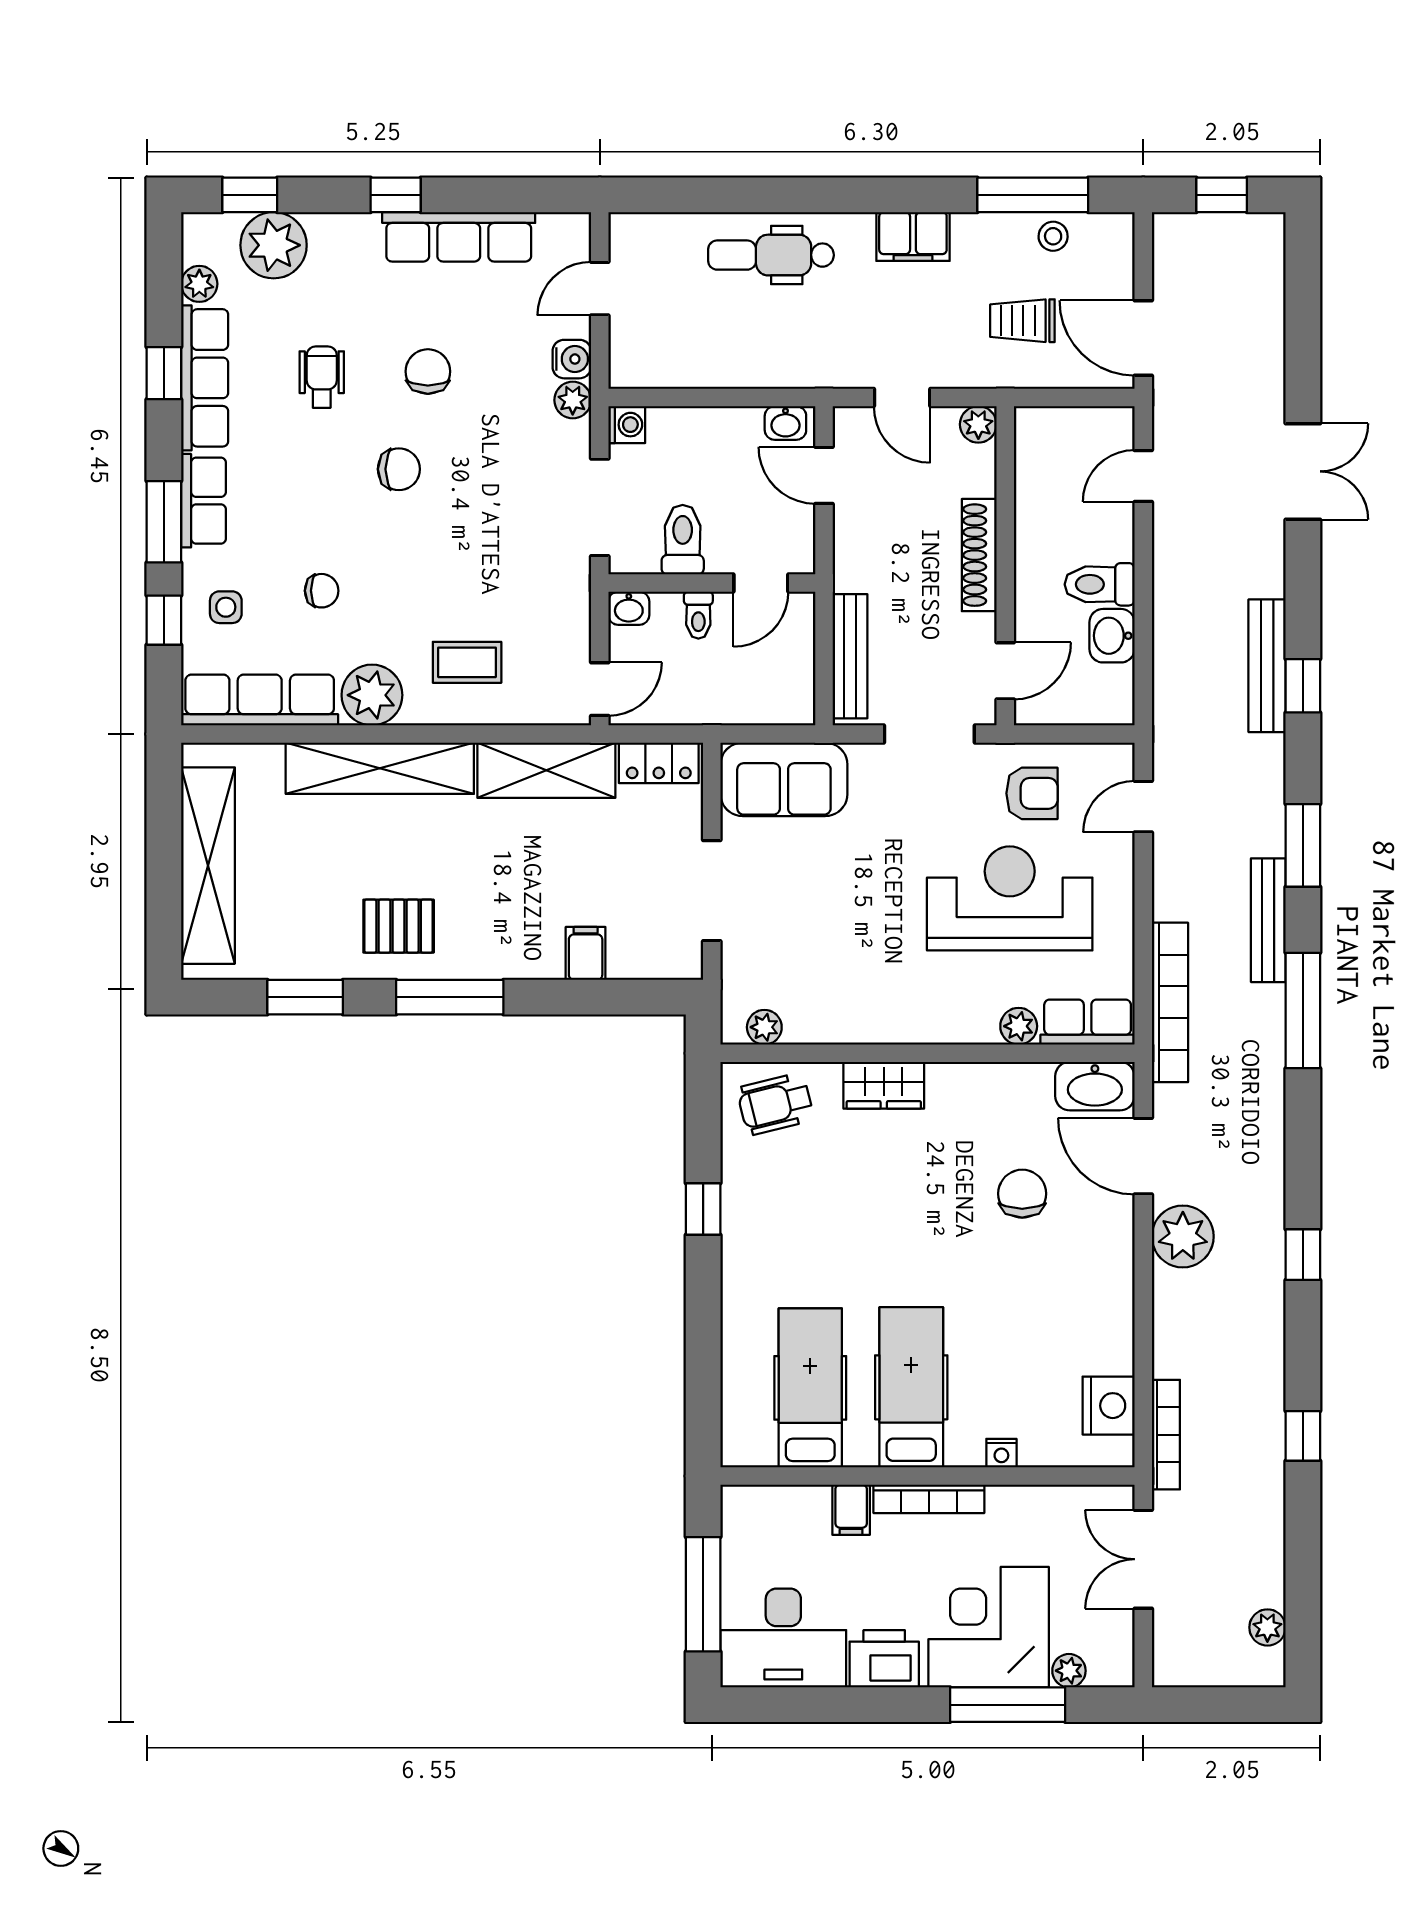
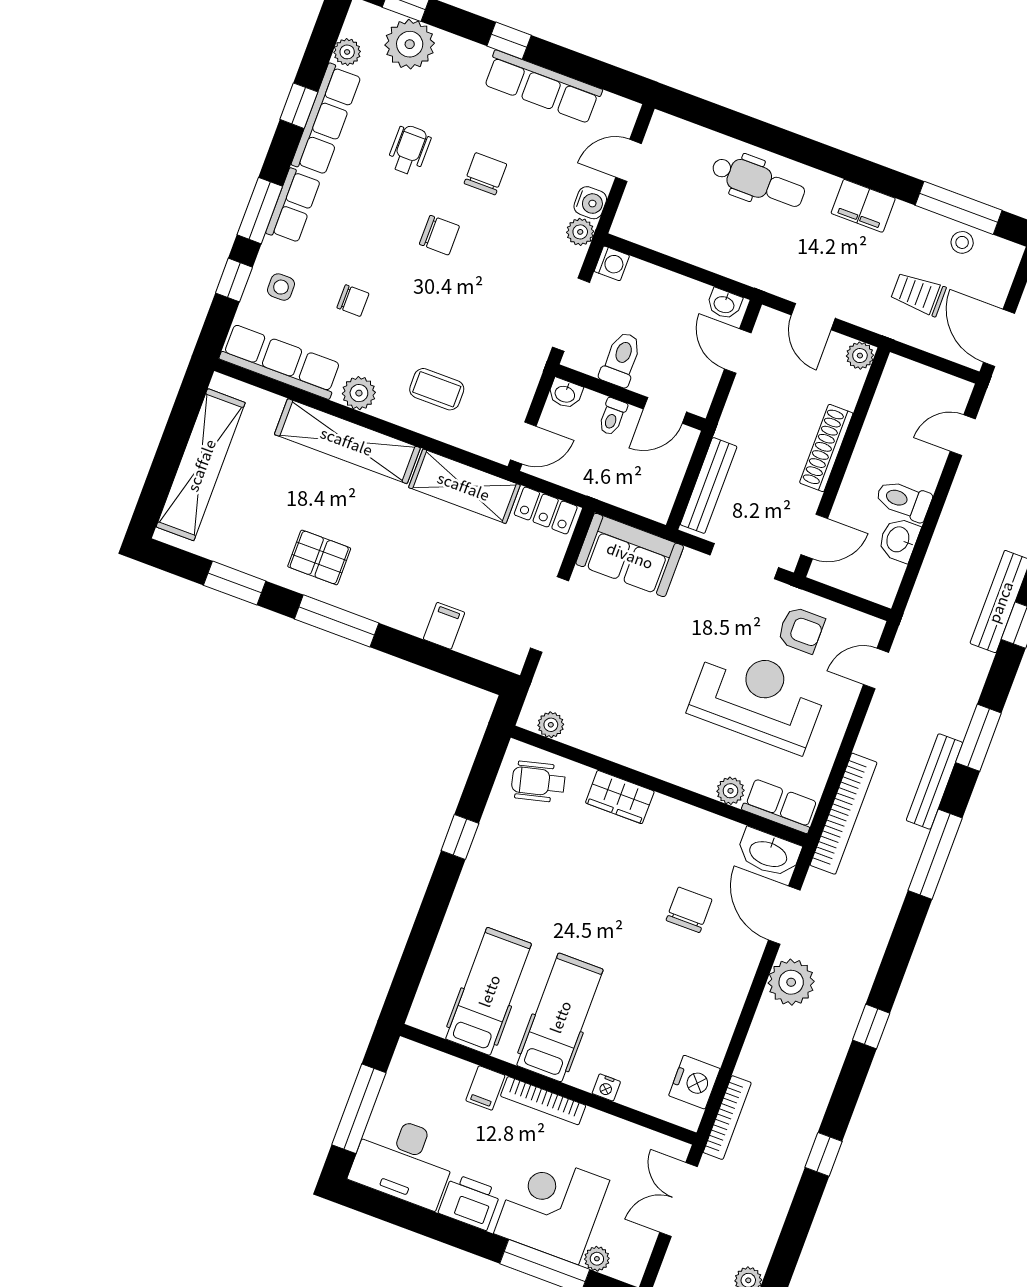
dental chair: (771, 255) -> (758, 182), turned 180
plant: (372, 695) -> (359, 393), width x0.73, depth x0.73

